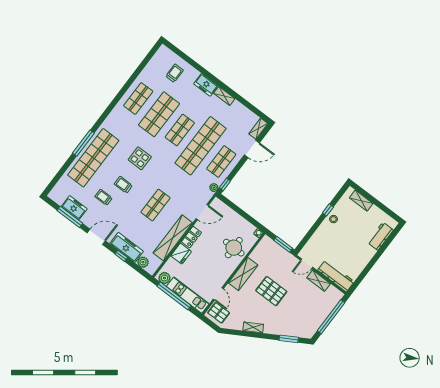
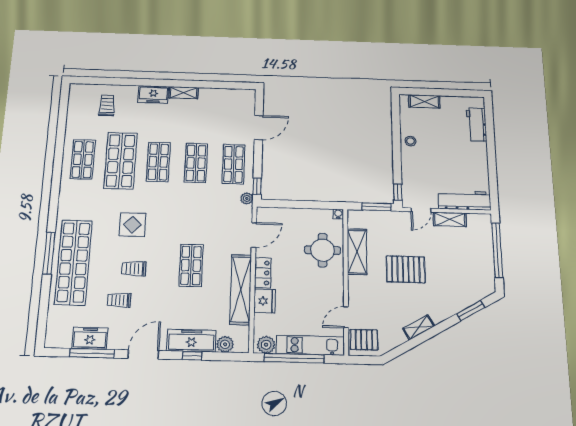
shelving: (258, 129) -> (249, 102), removed
shop shelf: (201, 146) -> (196, 163), width x0.50, depth x0.74
window: (328, 210) -> (398, 192), moved
shelving: (243, 274) -> (357, 252), moved
door: (218, 294) -> (346, 317), swing flipped

